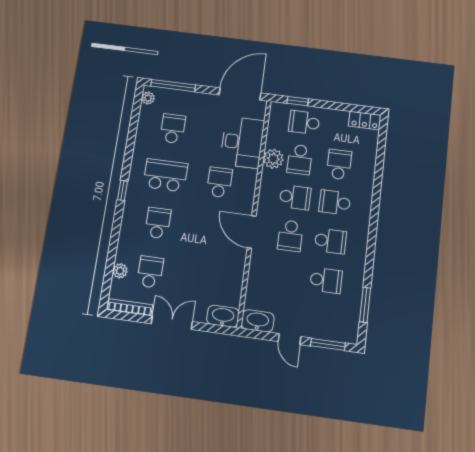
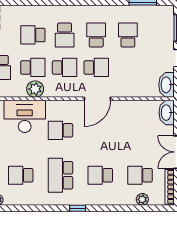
school desk: (295, 197) -> (65, 67), turned 90

